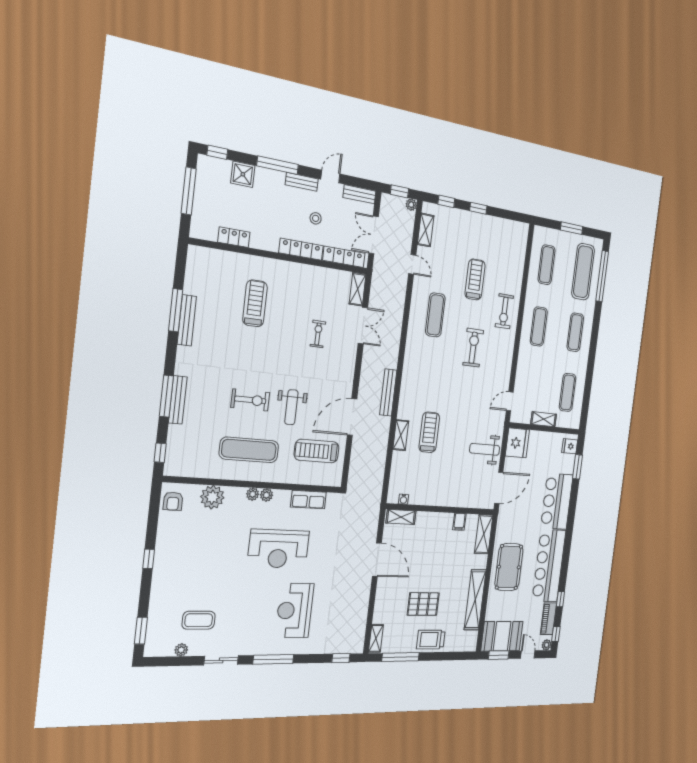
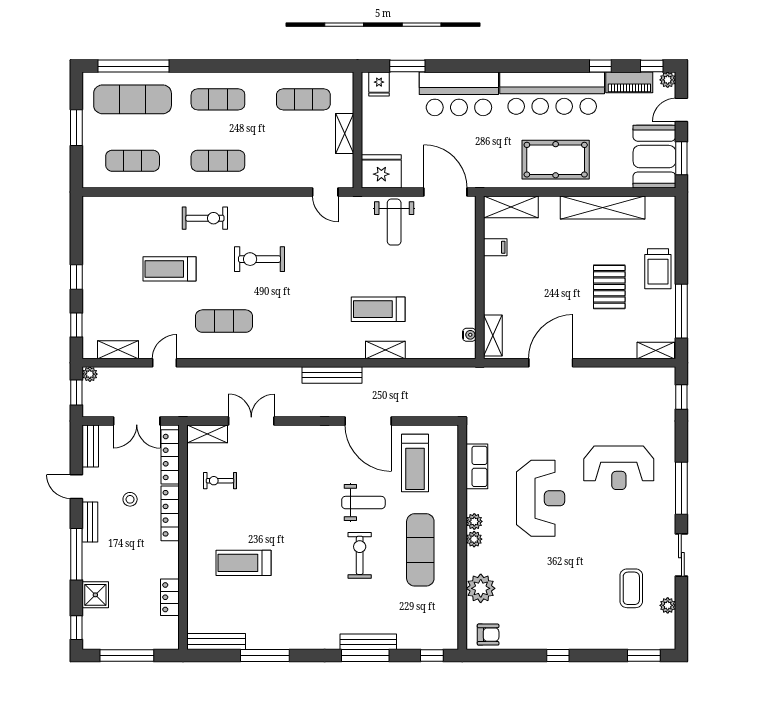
bench: (187, 320) -> (216, 642), moved
exercise bike: (318, 334) -> (220, 481), moved

